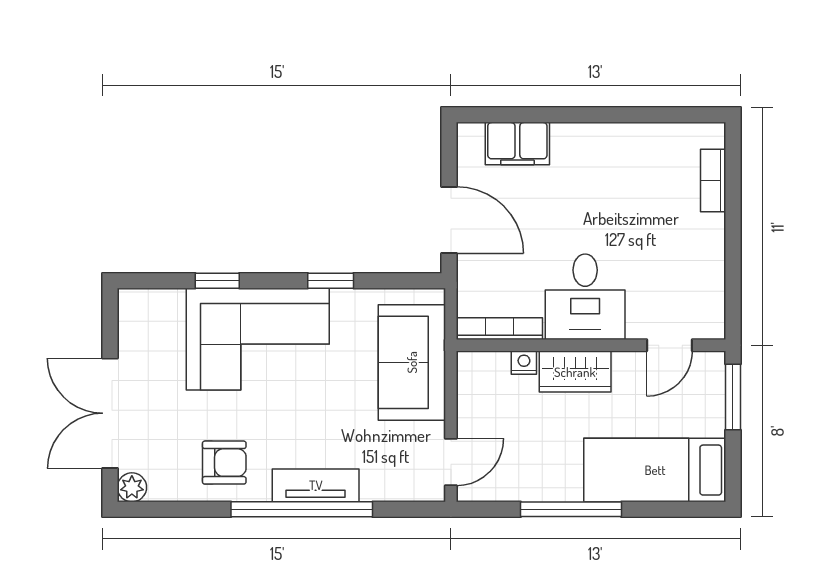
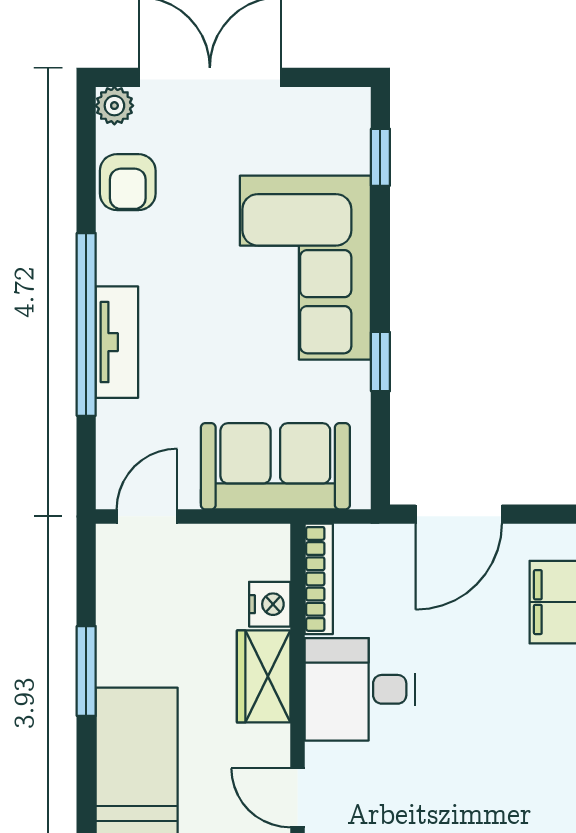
window: (217, 281) -> (380, 157), moved
nightstand: (524, 363) -> (270, 604), width x1.39, depth x1.35
door: (451, 462) -> (147, 516), swing flipped
armchair: (224, 463) -> (128, 182), moved
window: (571, 509) -> (86, 671), width x0.69

